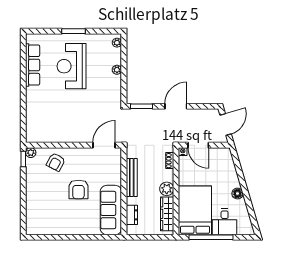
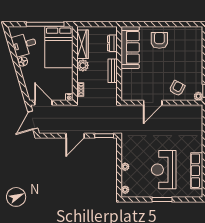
reception desk: (71, 66) -> (164, 170), turned 180
door: (104, 145) -> (153, 103), moved
door: (198, 145) -> (43, 103), moved
bench: (132, 177) -> (113, 71), width x0.73
armchair: (78, 189) -> (159, 40), moved
desk: (225, 222) -> (24, 44), moved, turned -106

